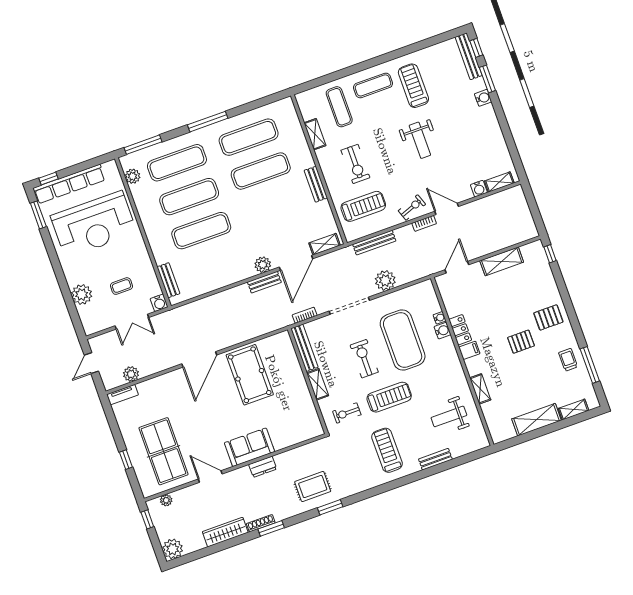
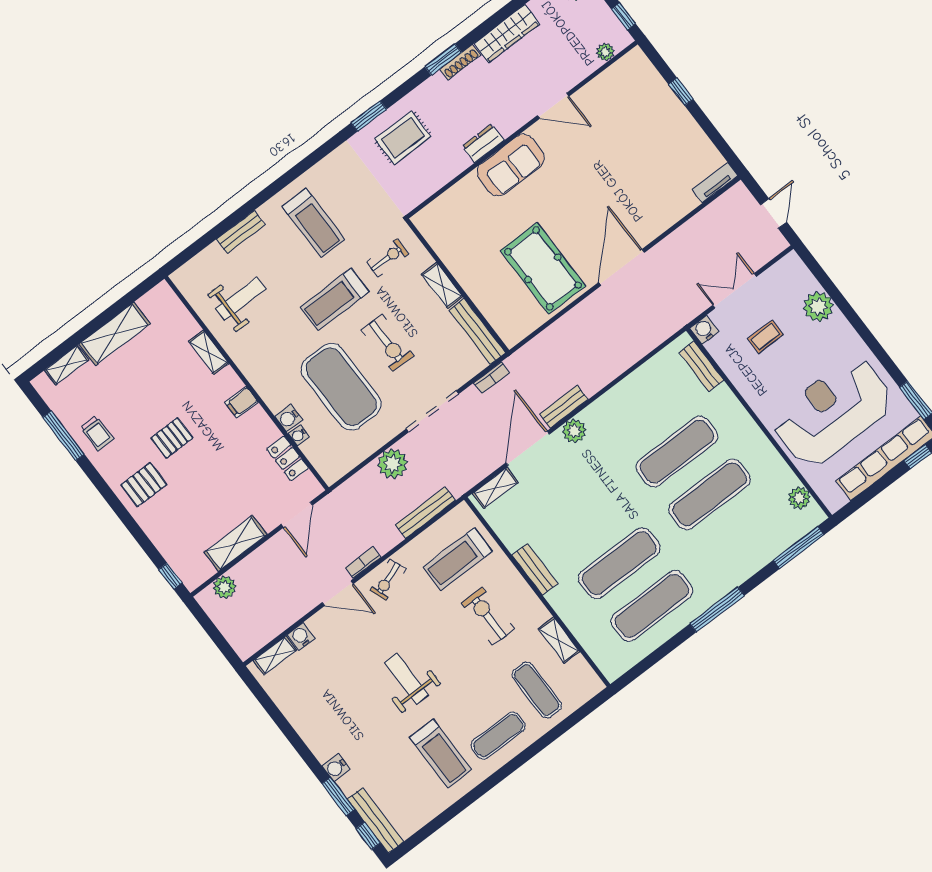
exercise mat: (177, 163) -> (742, 537), removed
locker: (460, 330) -> (288, 458), moved
plant: (131, 374) -> (225, 587), moved
table tennis table: (164, 451) -> (631, 121), removed

